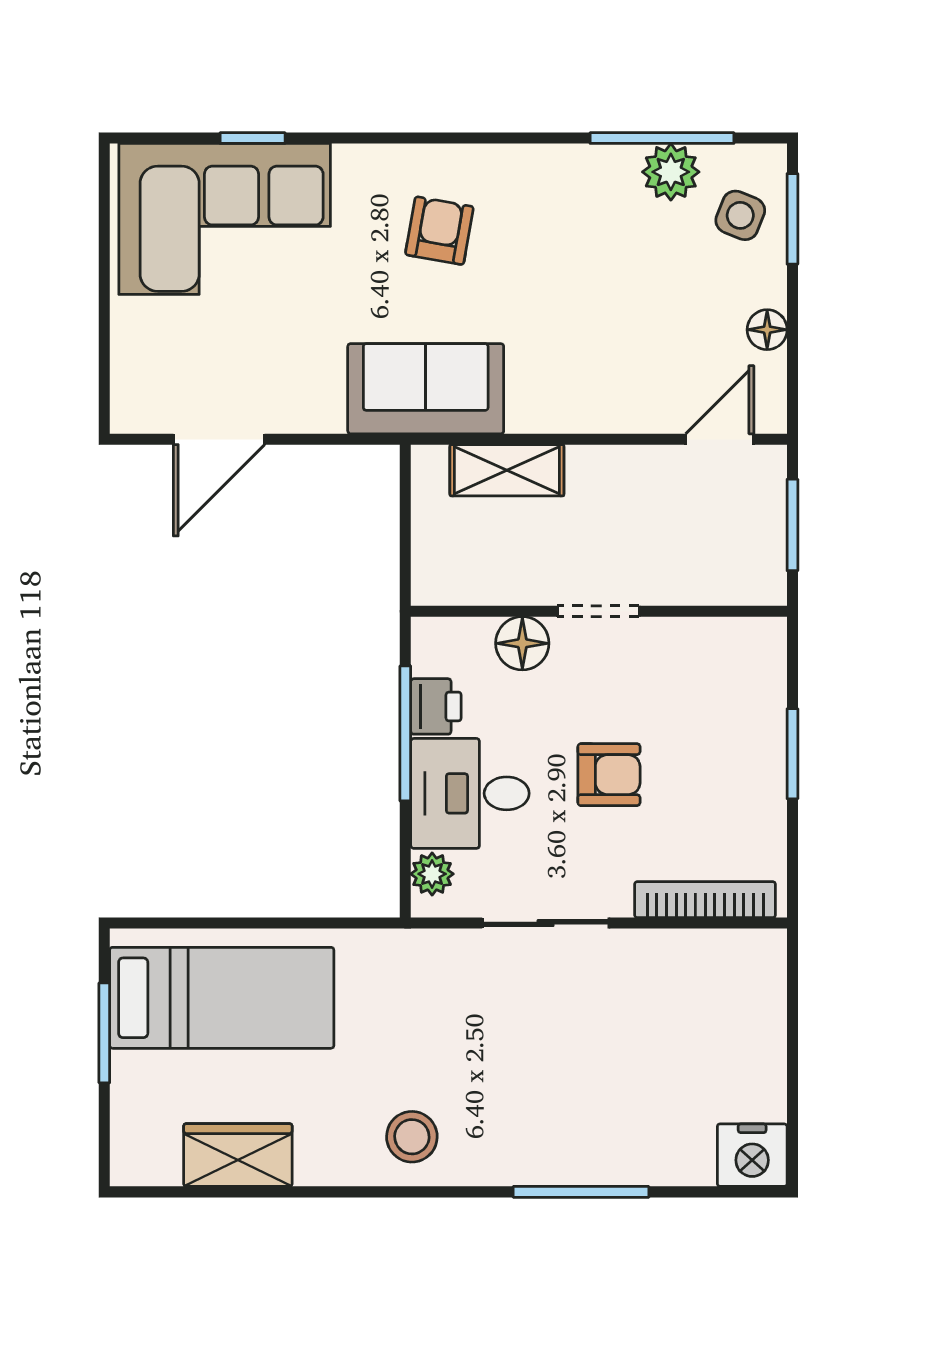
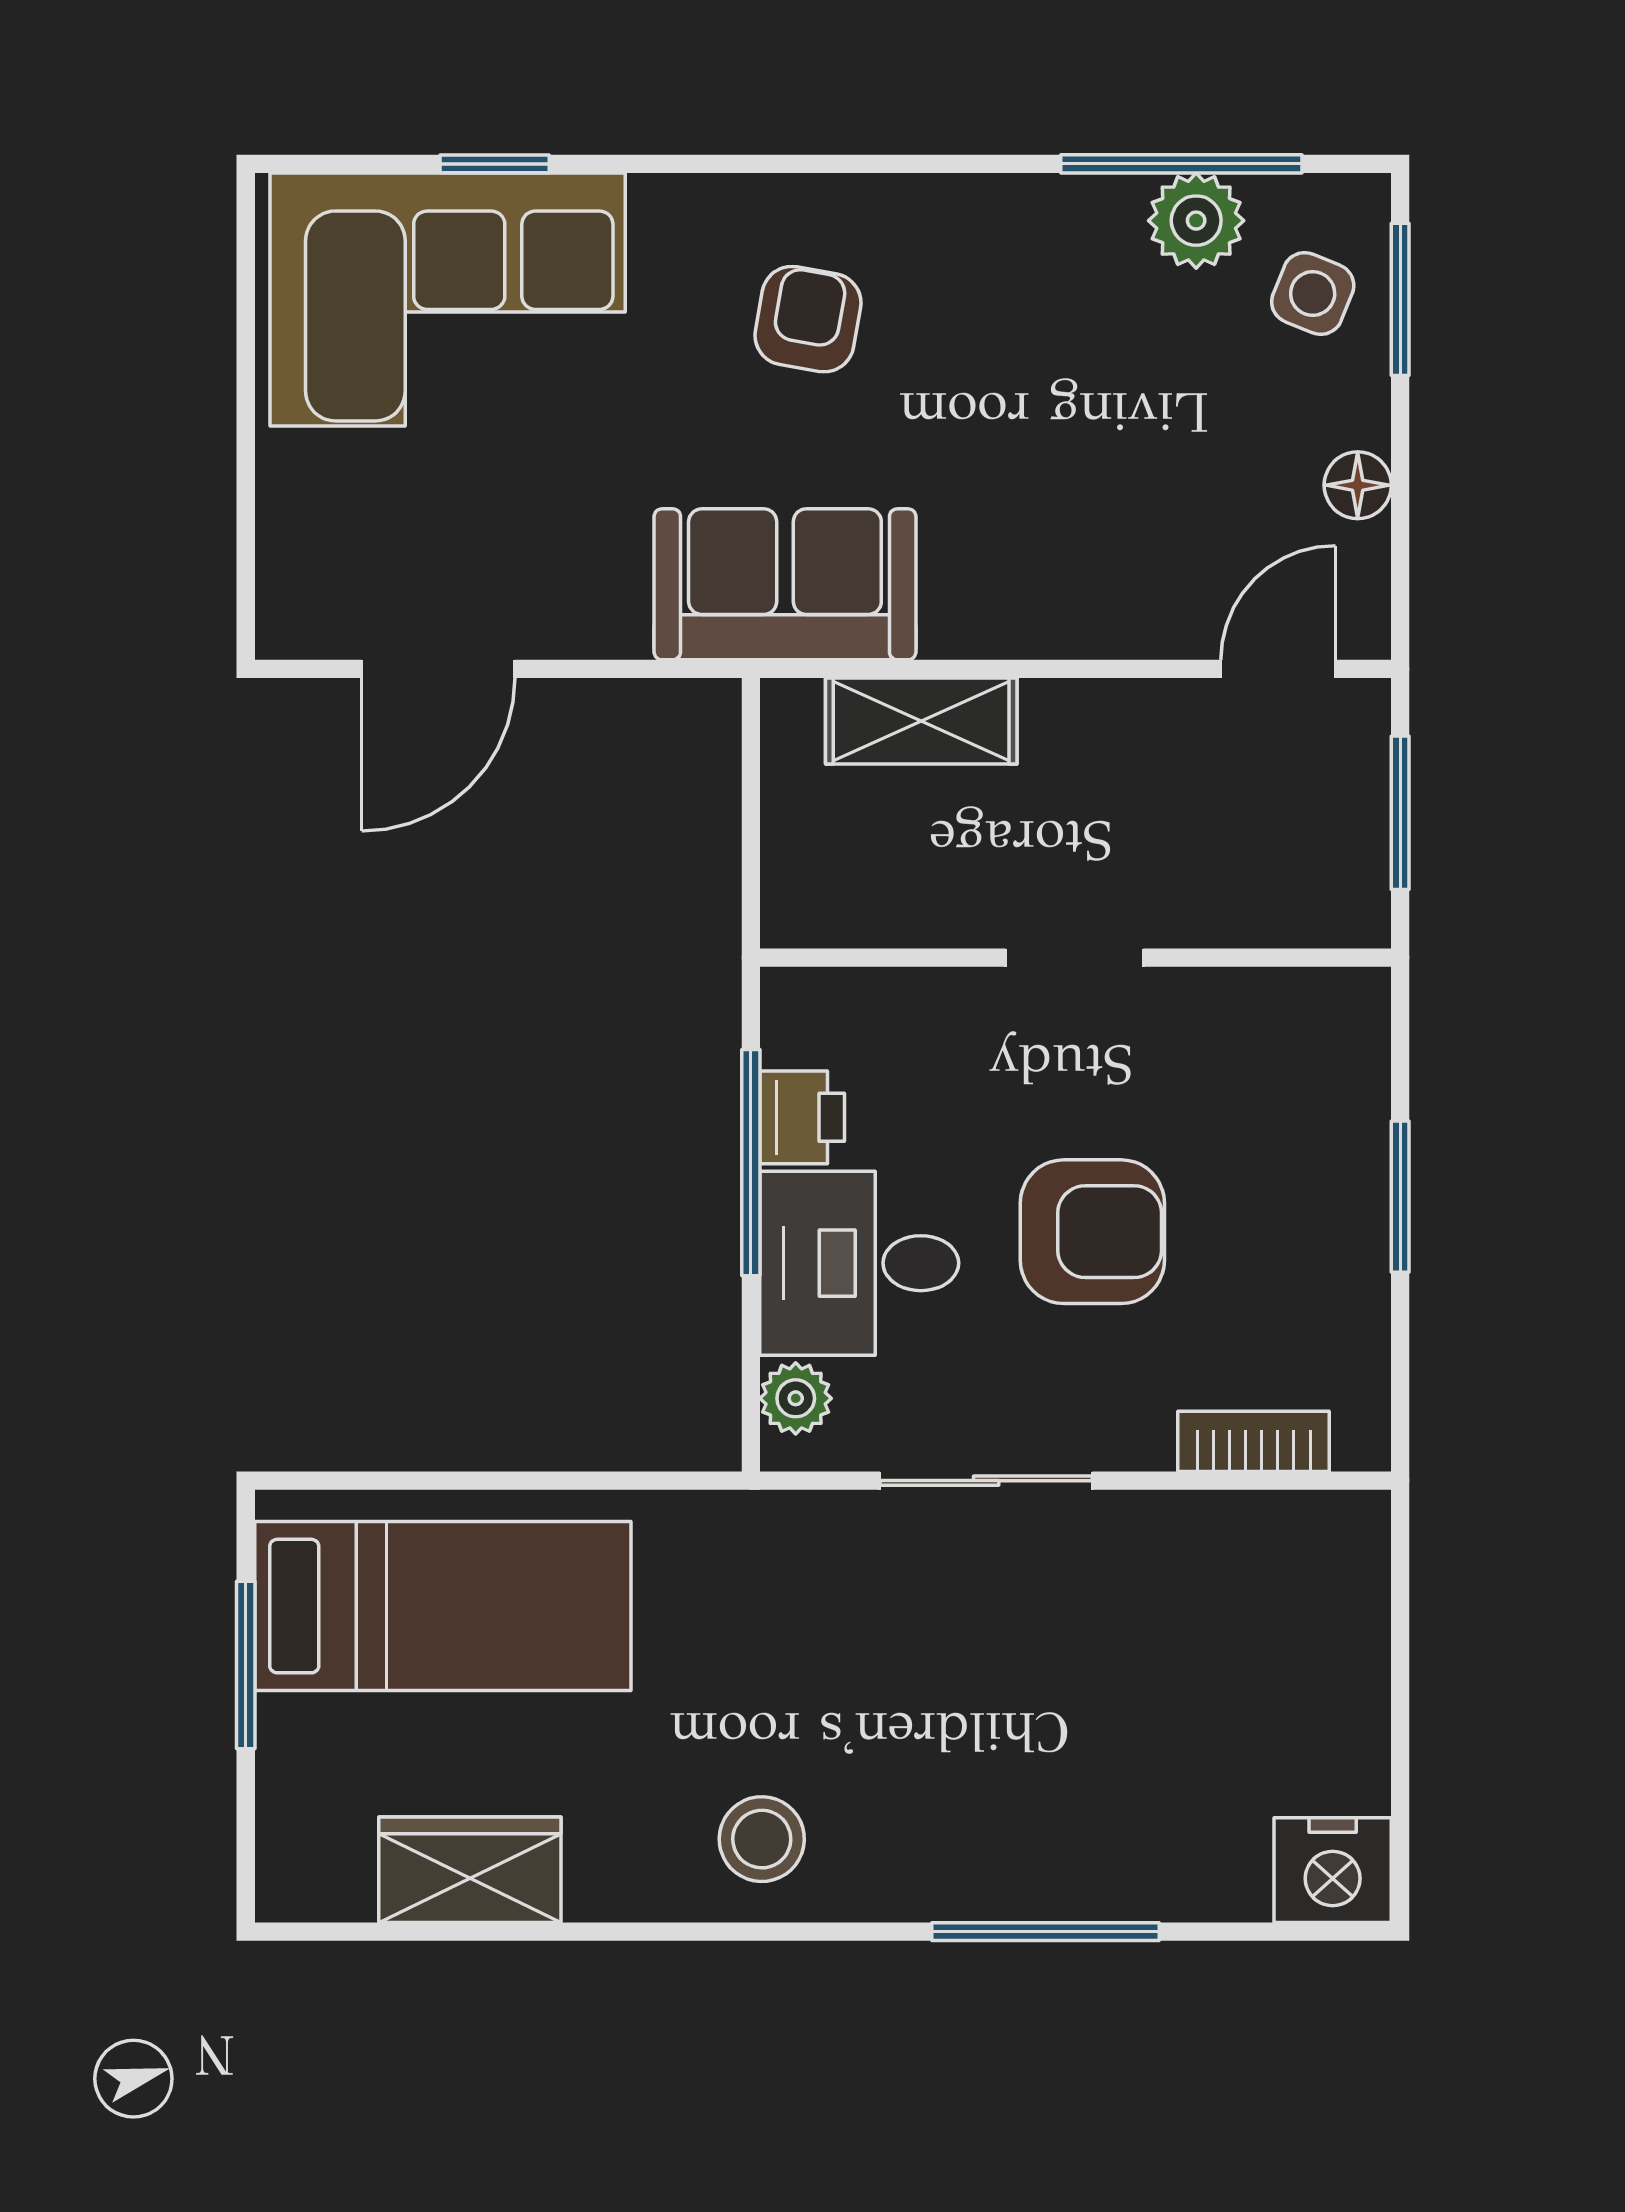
floor lamp: (522, 643) -> (947, 1011), removed
armchair: (609, 775) -> (1092, 1232), width x1.38, depth x1.38
bookcase: (705, 900) -> (1254, 1441), width x0.64

